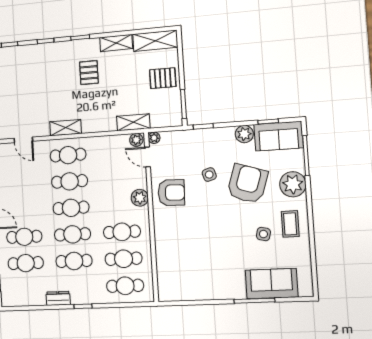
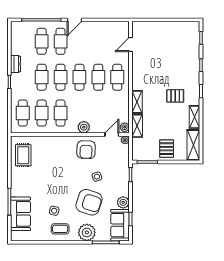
shelving: (66, 128) -> (137, 102), moved
rug: (185, 283) -> (23, 155), added

